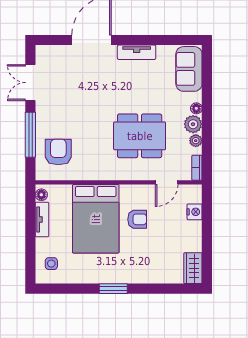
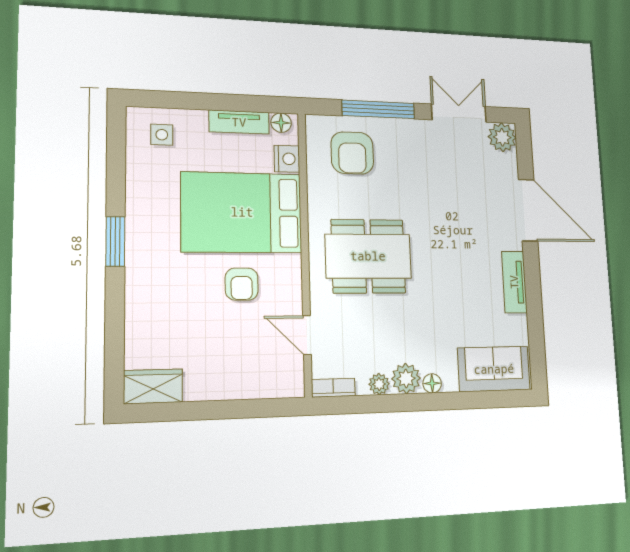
plant: (45, 54) -> (502, 137), added
dining table: (140, 136) -> (368, 256), moved, turned 90
armchair: (58, 152) -> (352, 153), turned 90
nightstand: (195, 212) -> (287, 159), moved, turned -90

